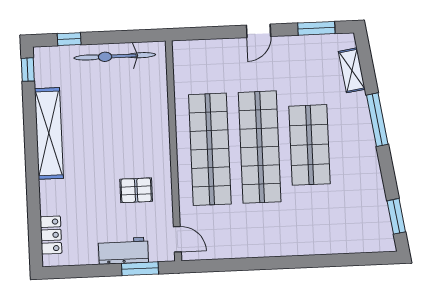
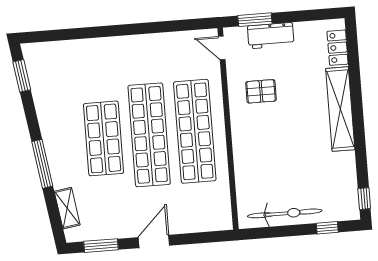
door: (259, 31) -> (154, 241), width x1.38
shelving: (49, 133) -> (340, 109), moved

